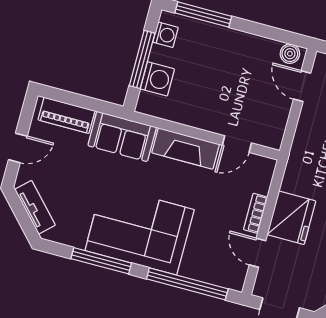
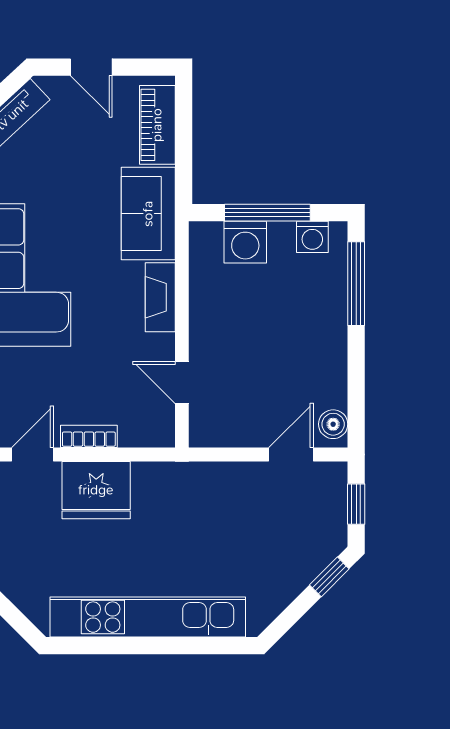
fireplace: (186, 148) -> (160, 297), width x0.73, depth x0.76

